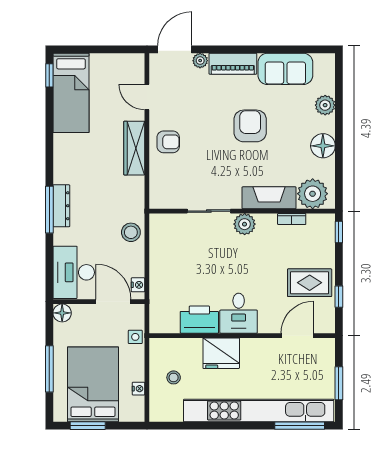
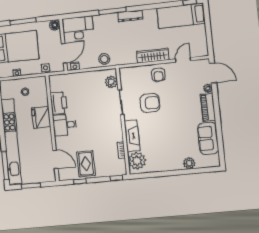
armchair: (250, 126) -> (150, 103), moved
floor lamp: (323, 146) -> (165, 164), removed
dresser: (61, 206) -> (130, 16), moved
plant: (245, 224) -> (111, 82), moved

